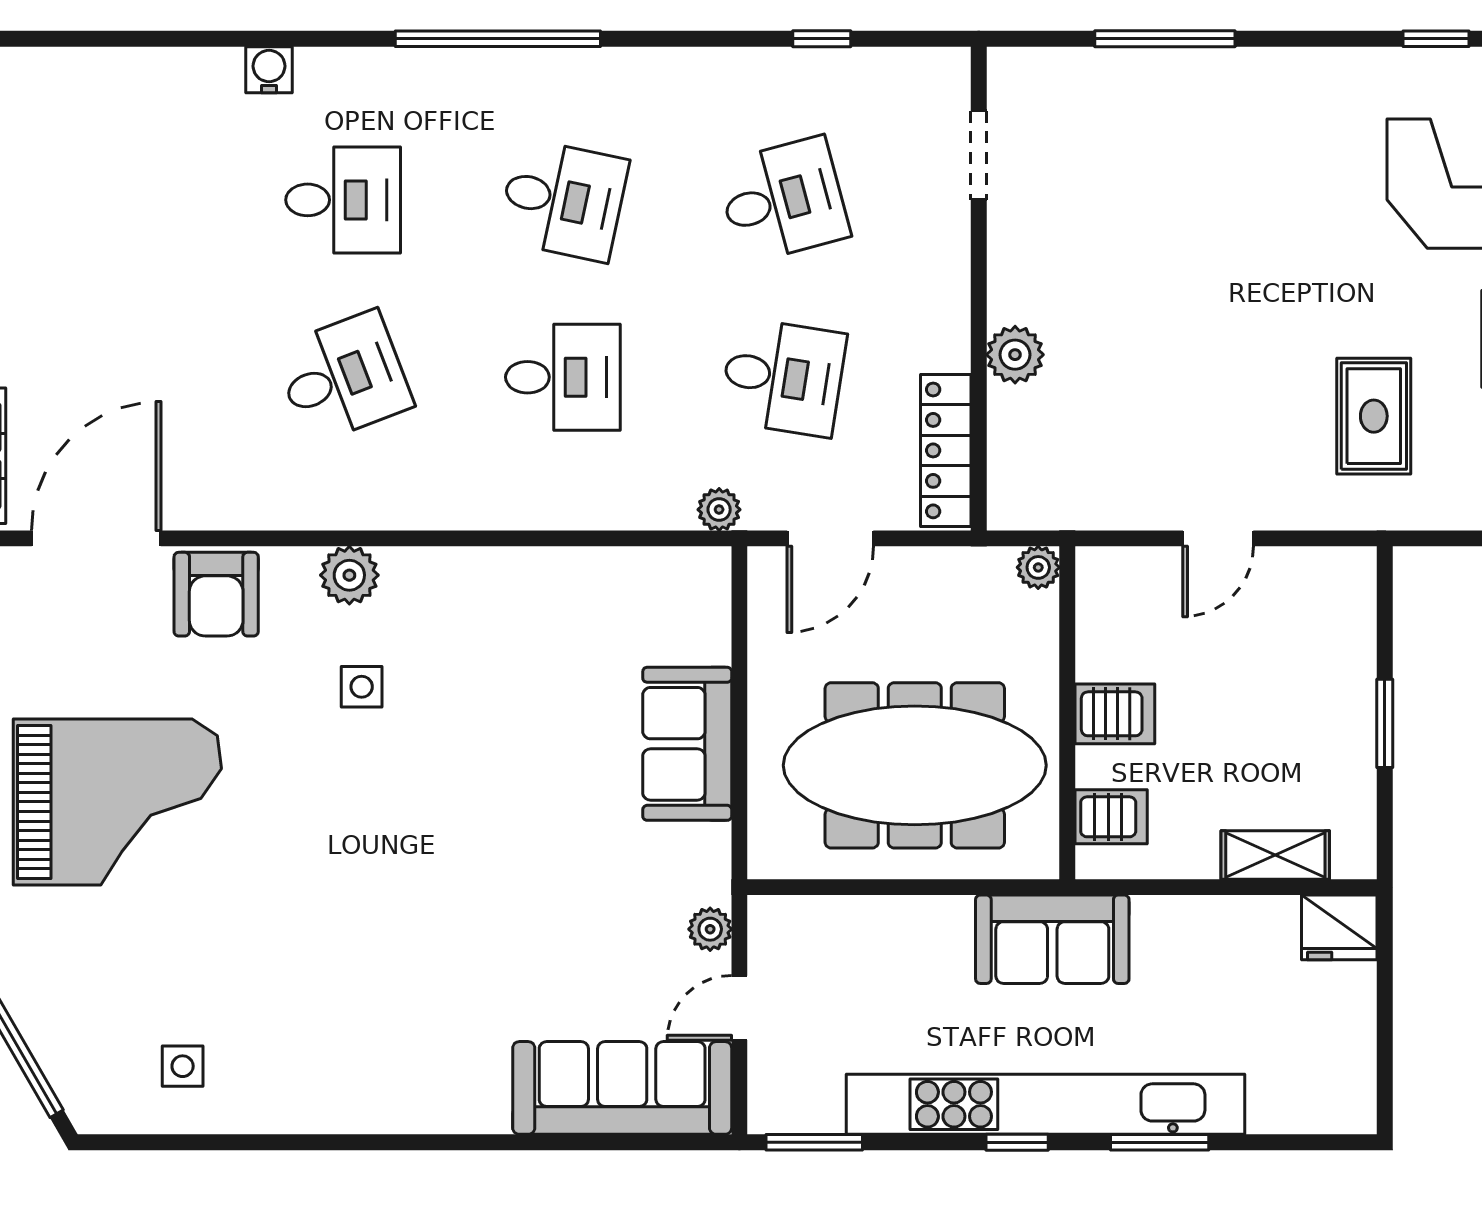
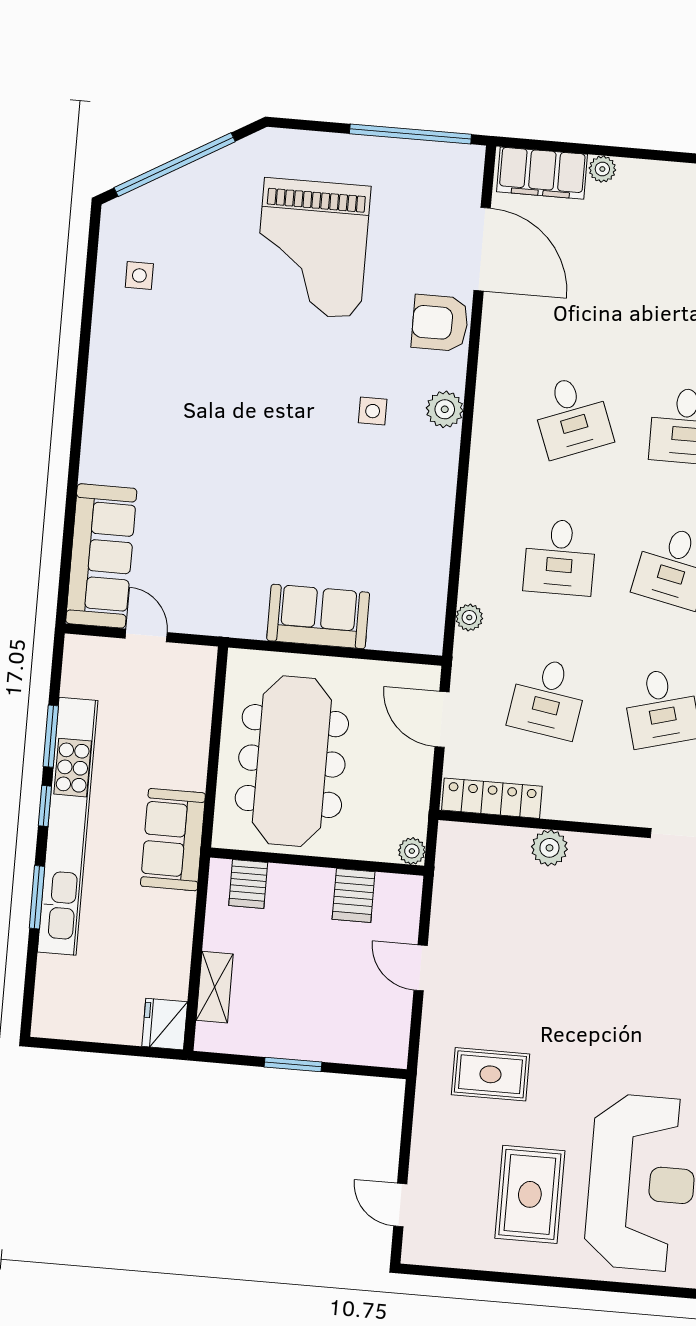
plant: (719, 510) -> (469, 617), moved
server rack: (1115, 714) -> (354, 895), moved
plant: (710, 929) -> (198, 621), removed
window: (814, 1142) -> (51, 736), moved

